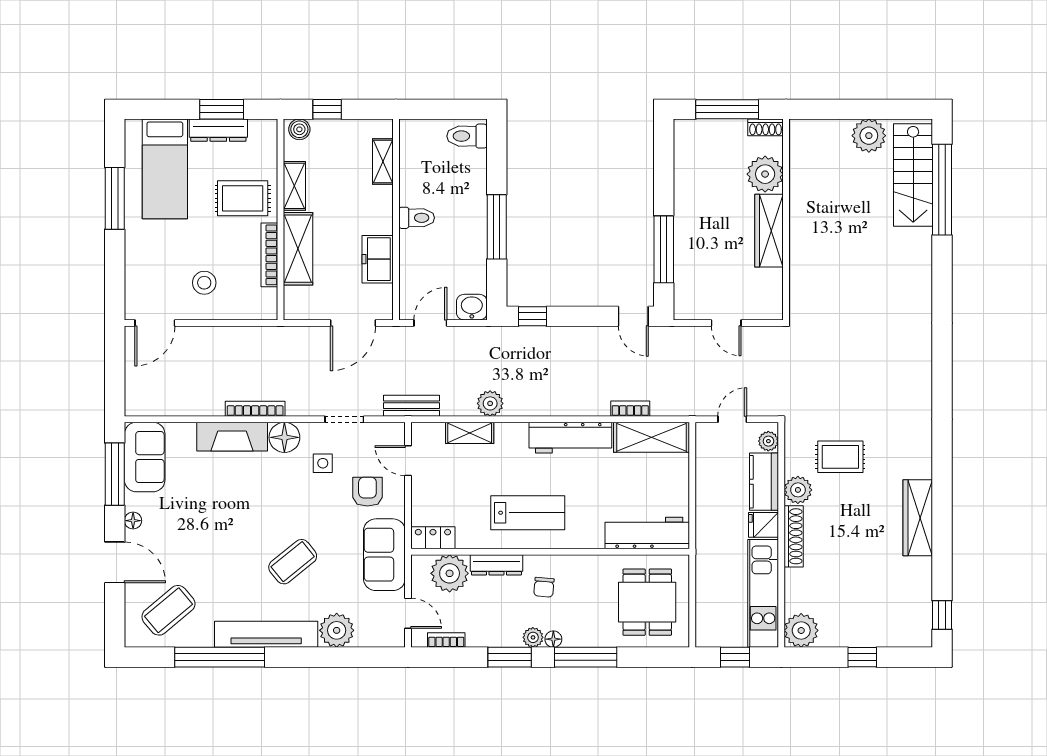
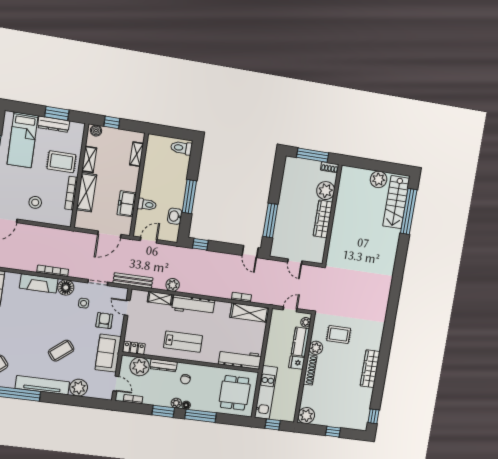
toilet: (417, 218) -> (147, 205), moved
washbasin: (472, 307) -> (175, 216), moved, turned -90
bench: (412, 406) -> (133, 280), width x1.36
workbench: (570, 438) -> (193, 305), moved
kitchen unit: (763, 593) -> (266, 392), moved, turned 180

